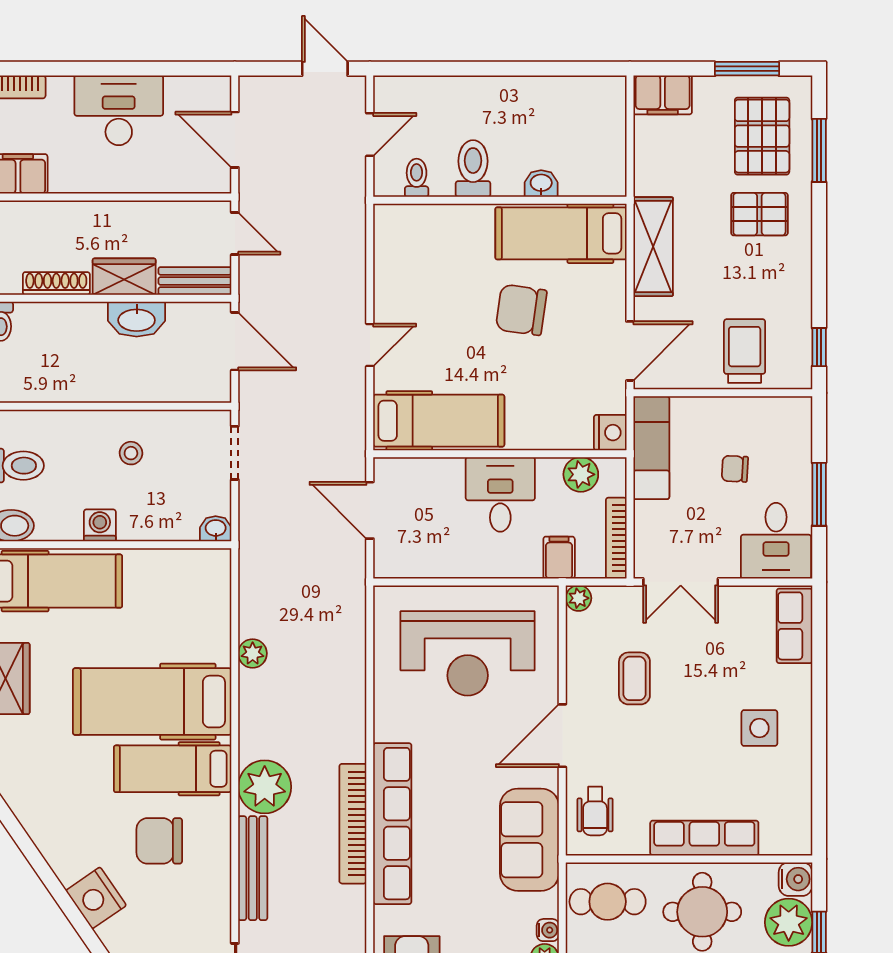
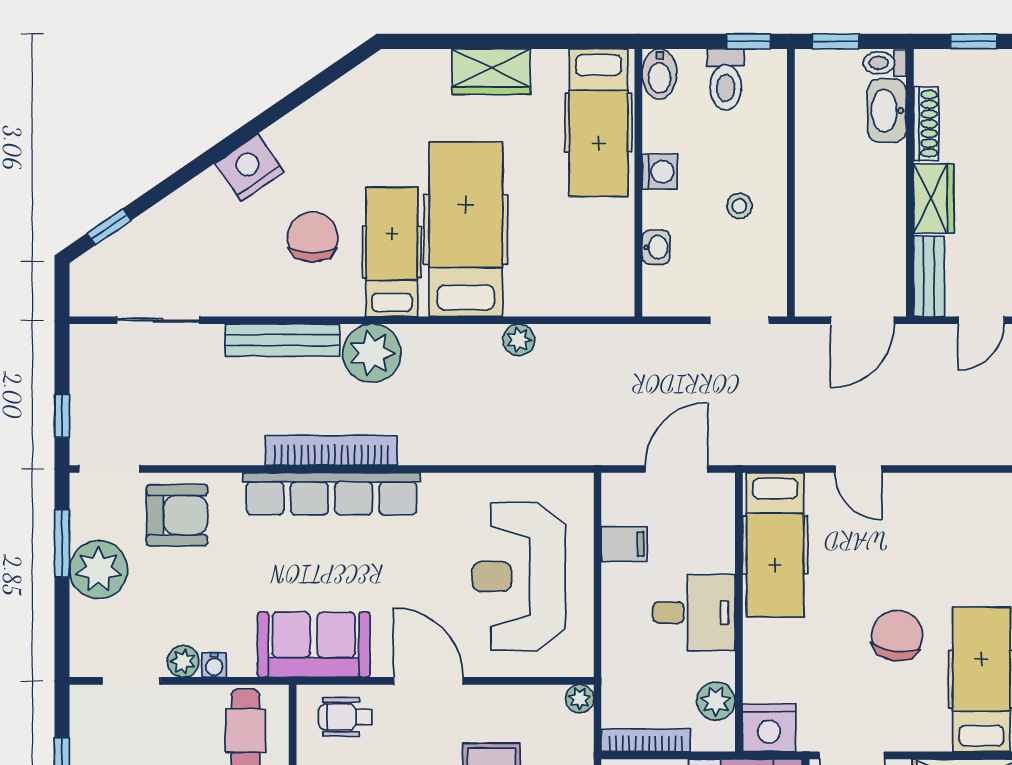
washbasin: (137, 319) -> (887, 111), moved
nightstand: (610, 433) -> (769, 728), width x1.36, depth x1.33
washbasin: (216, 529) -> (656, 247), moved
filing cabinet: (559, 558) -> (624, 544), moved

